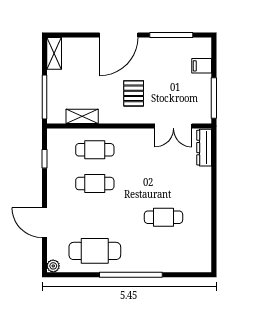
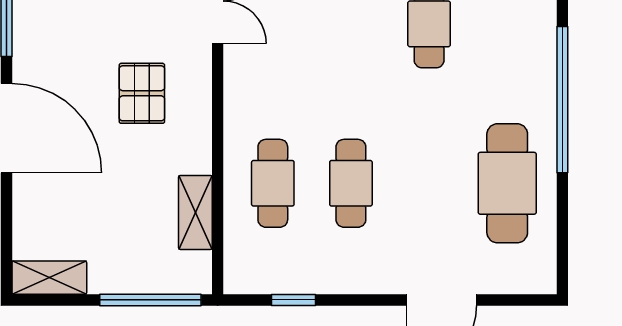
pallet: (134, 93) -> (142, 93), turned 90
plant: (53, 266) -> (542, 280), removed

